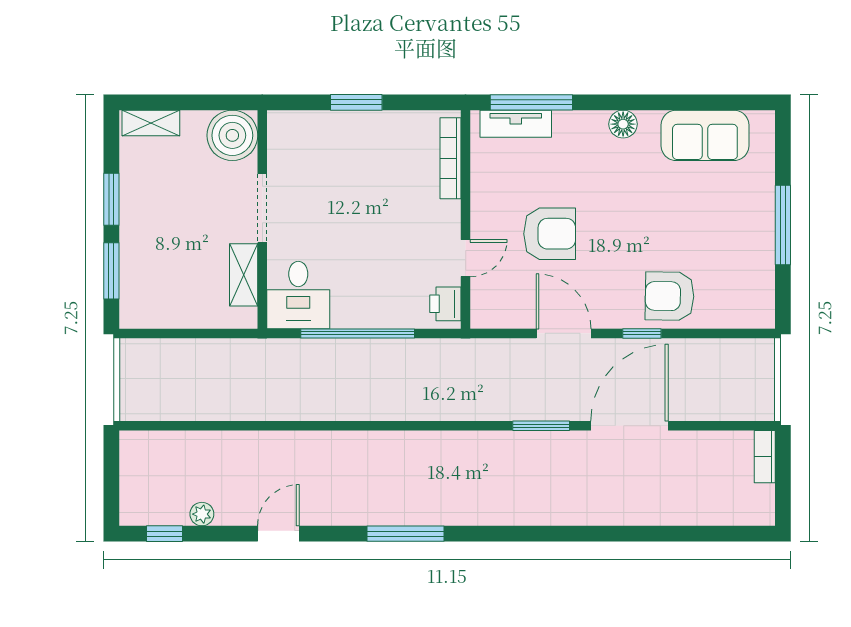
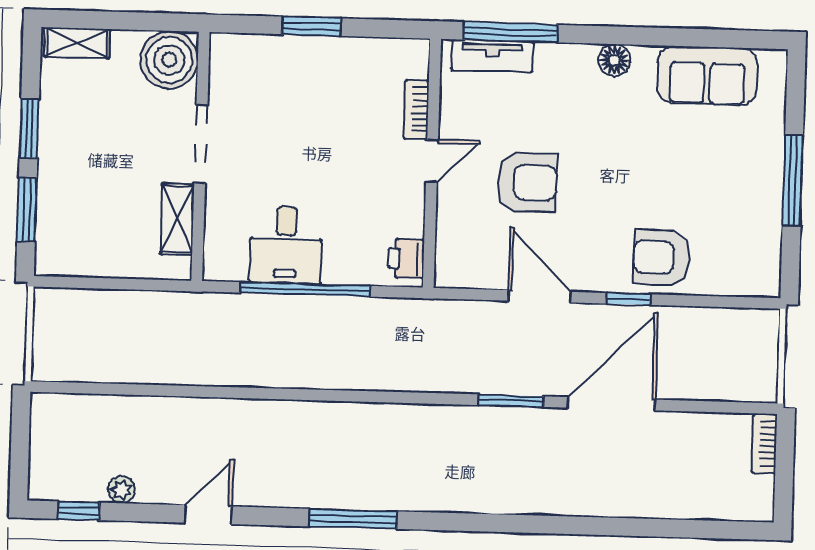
bookcase: (451, 158) -> (416, 110), width x0.64
door: (466, 258) -> (432, 161), moved
desk: (298, 295) -> (286, 245), moved

